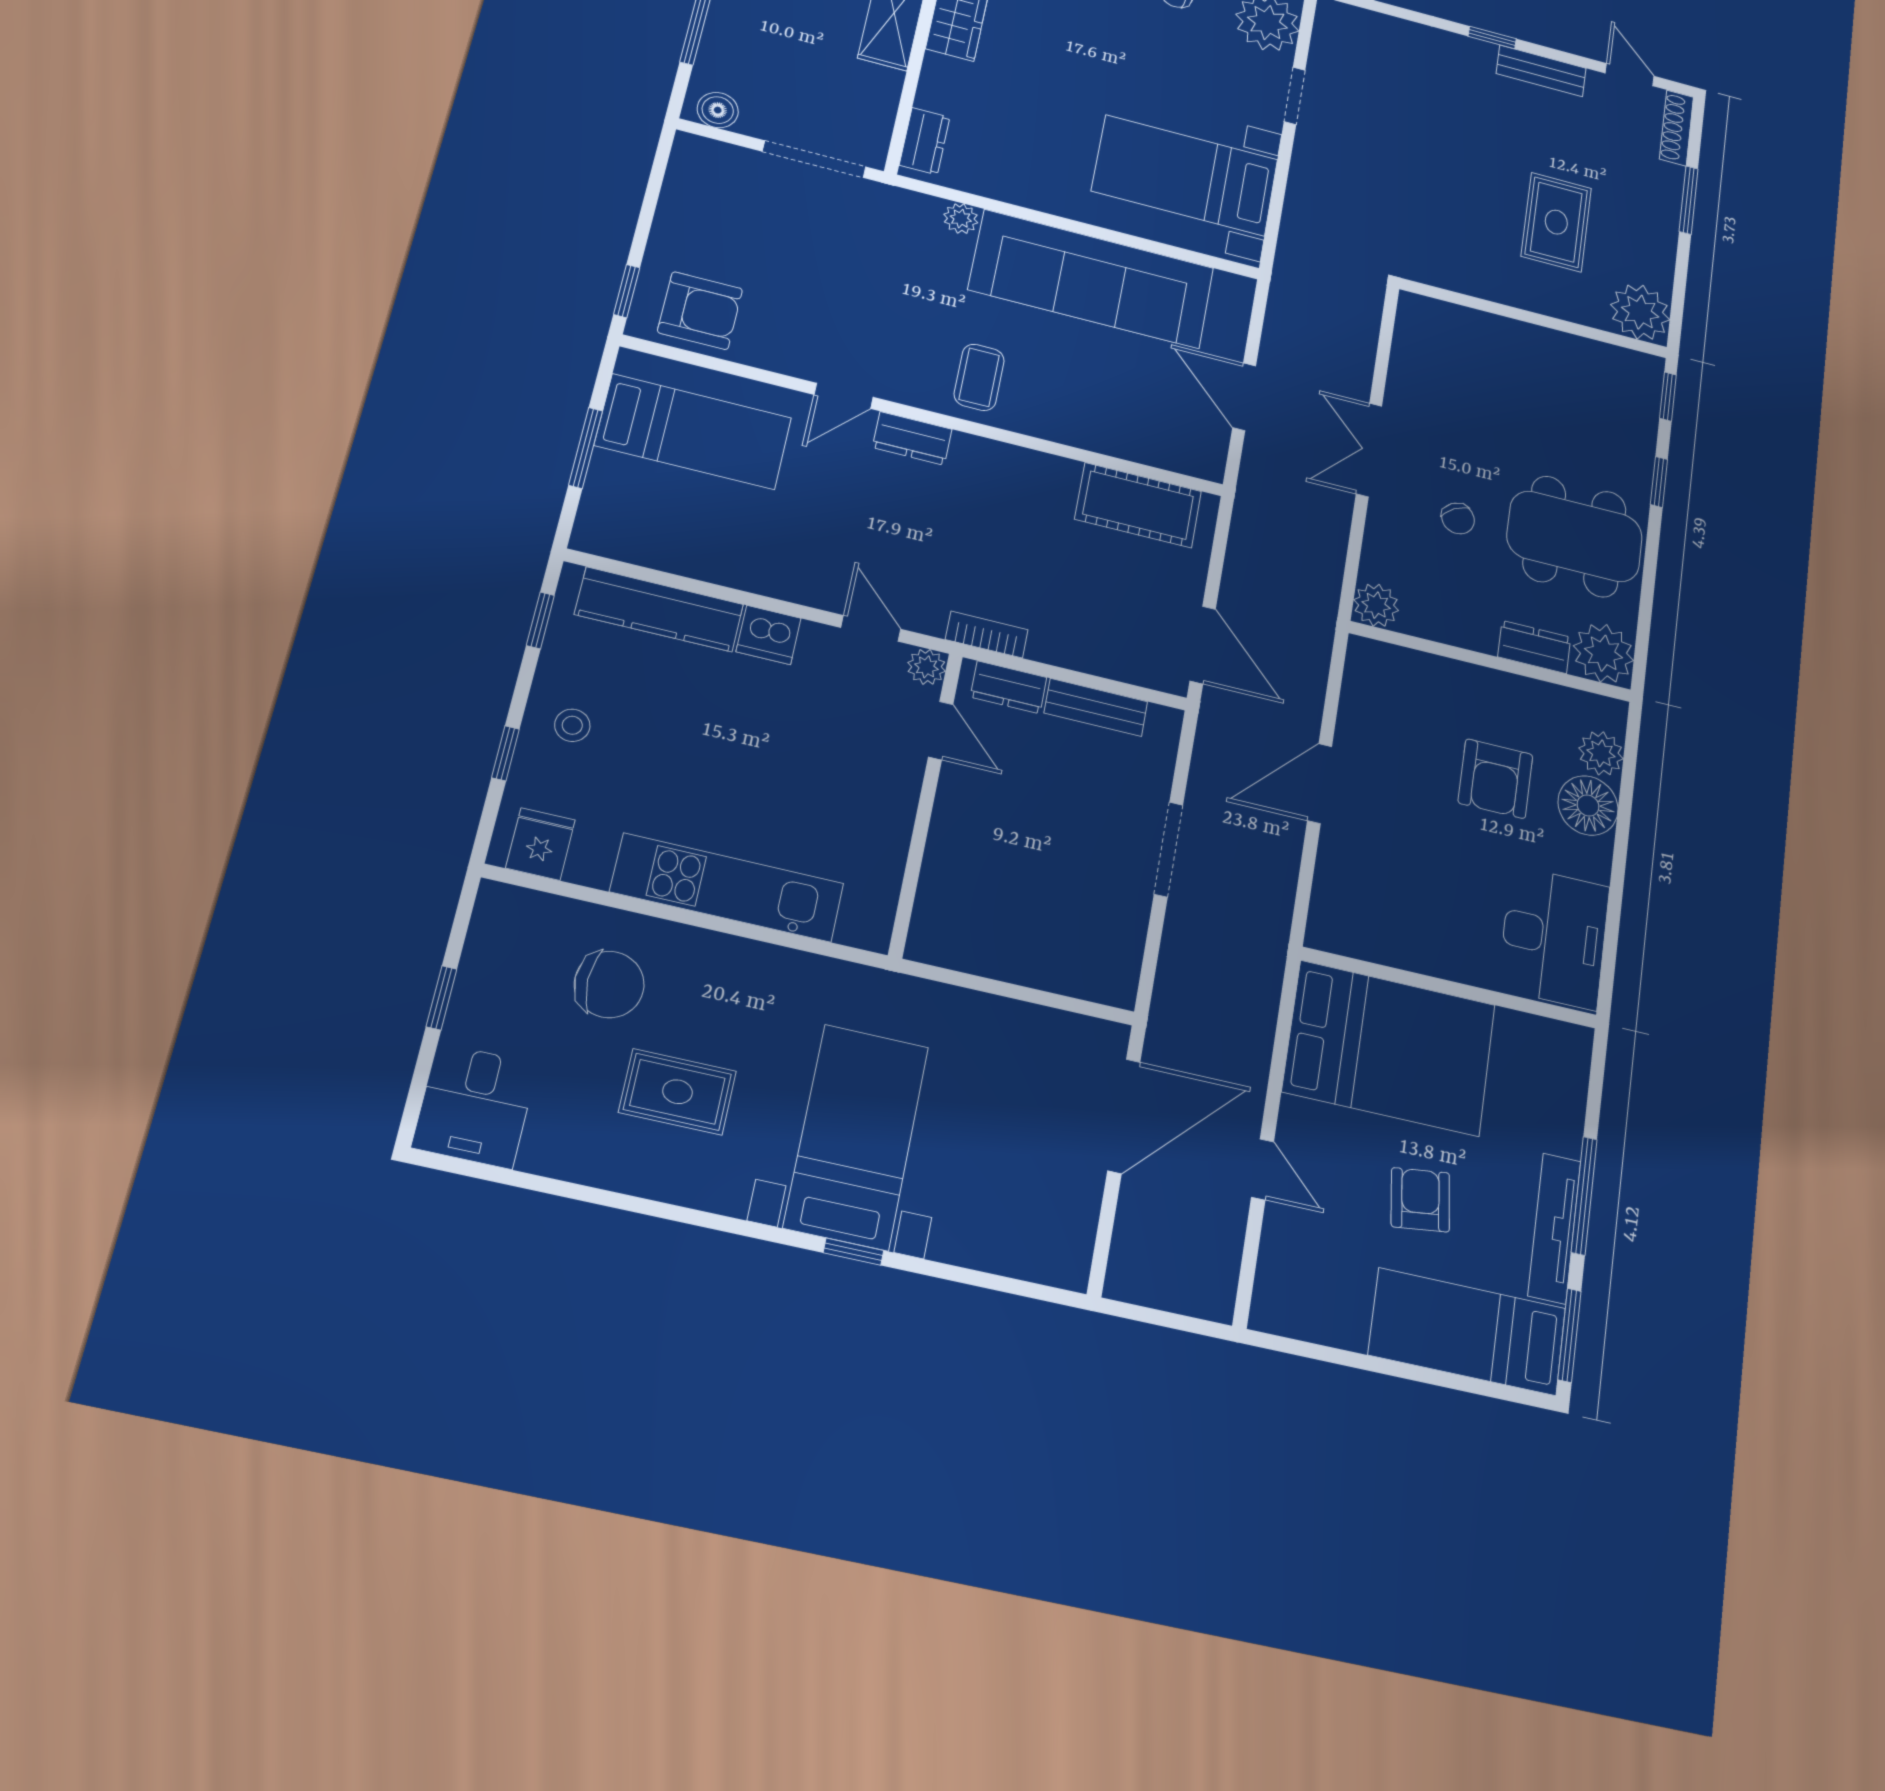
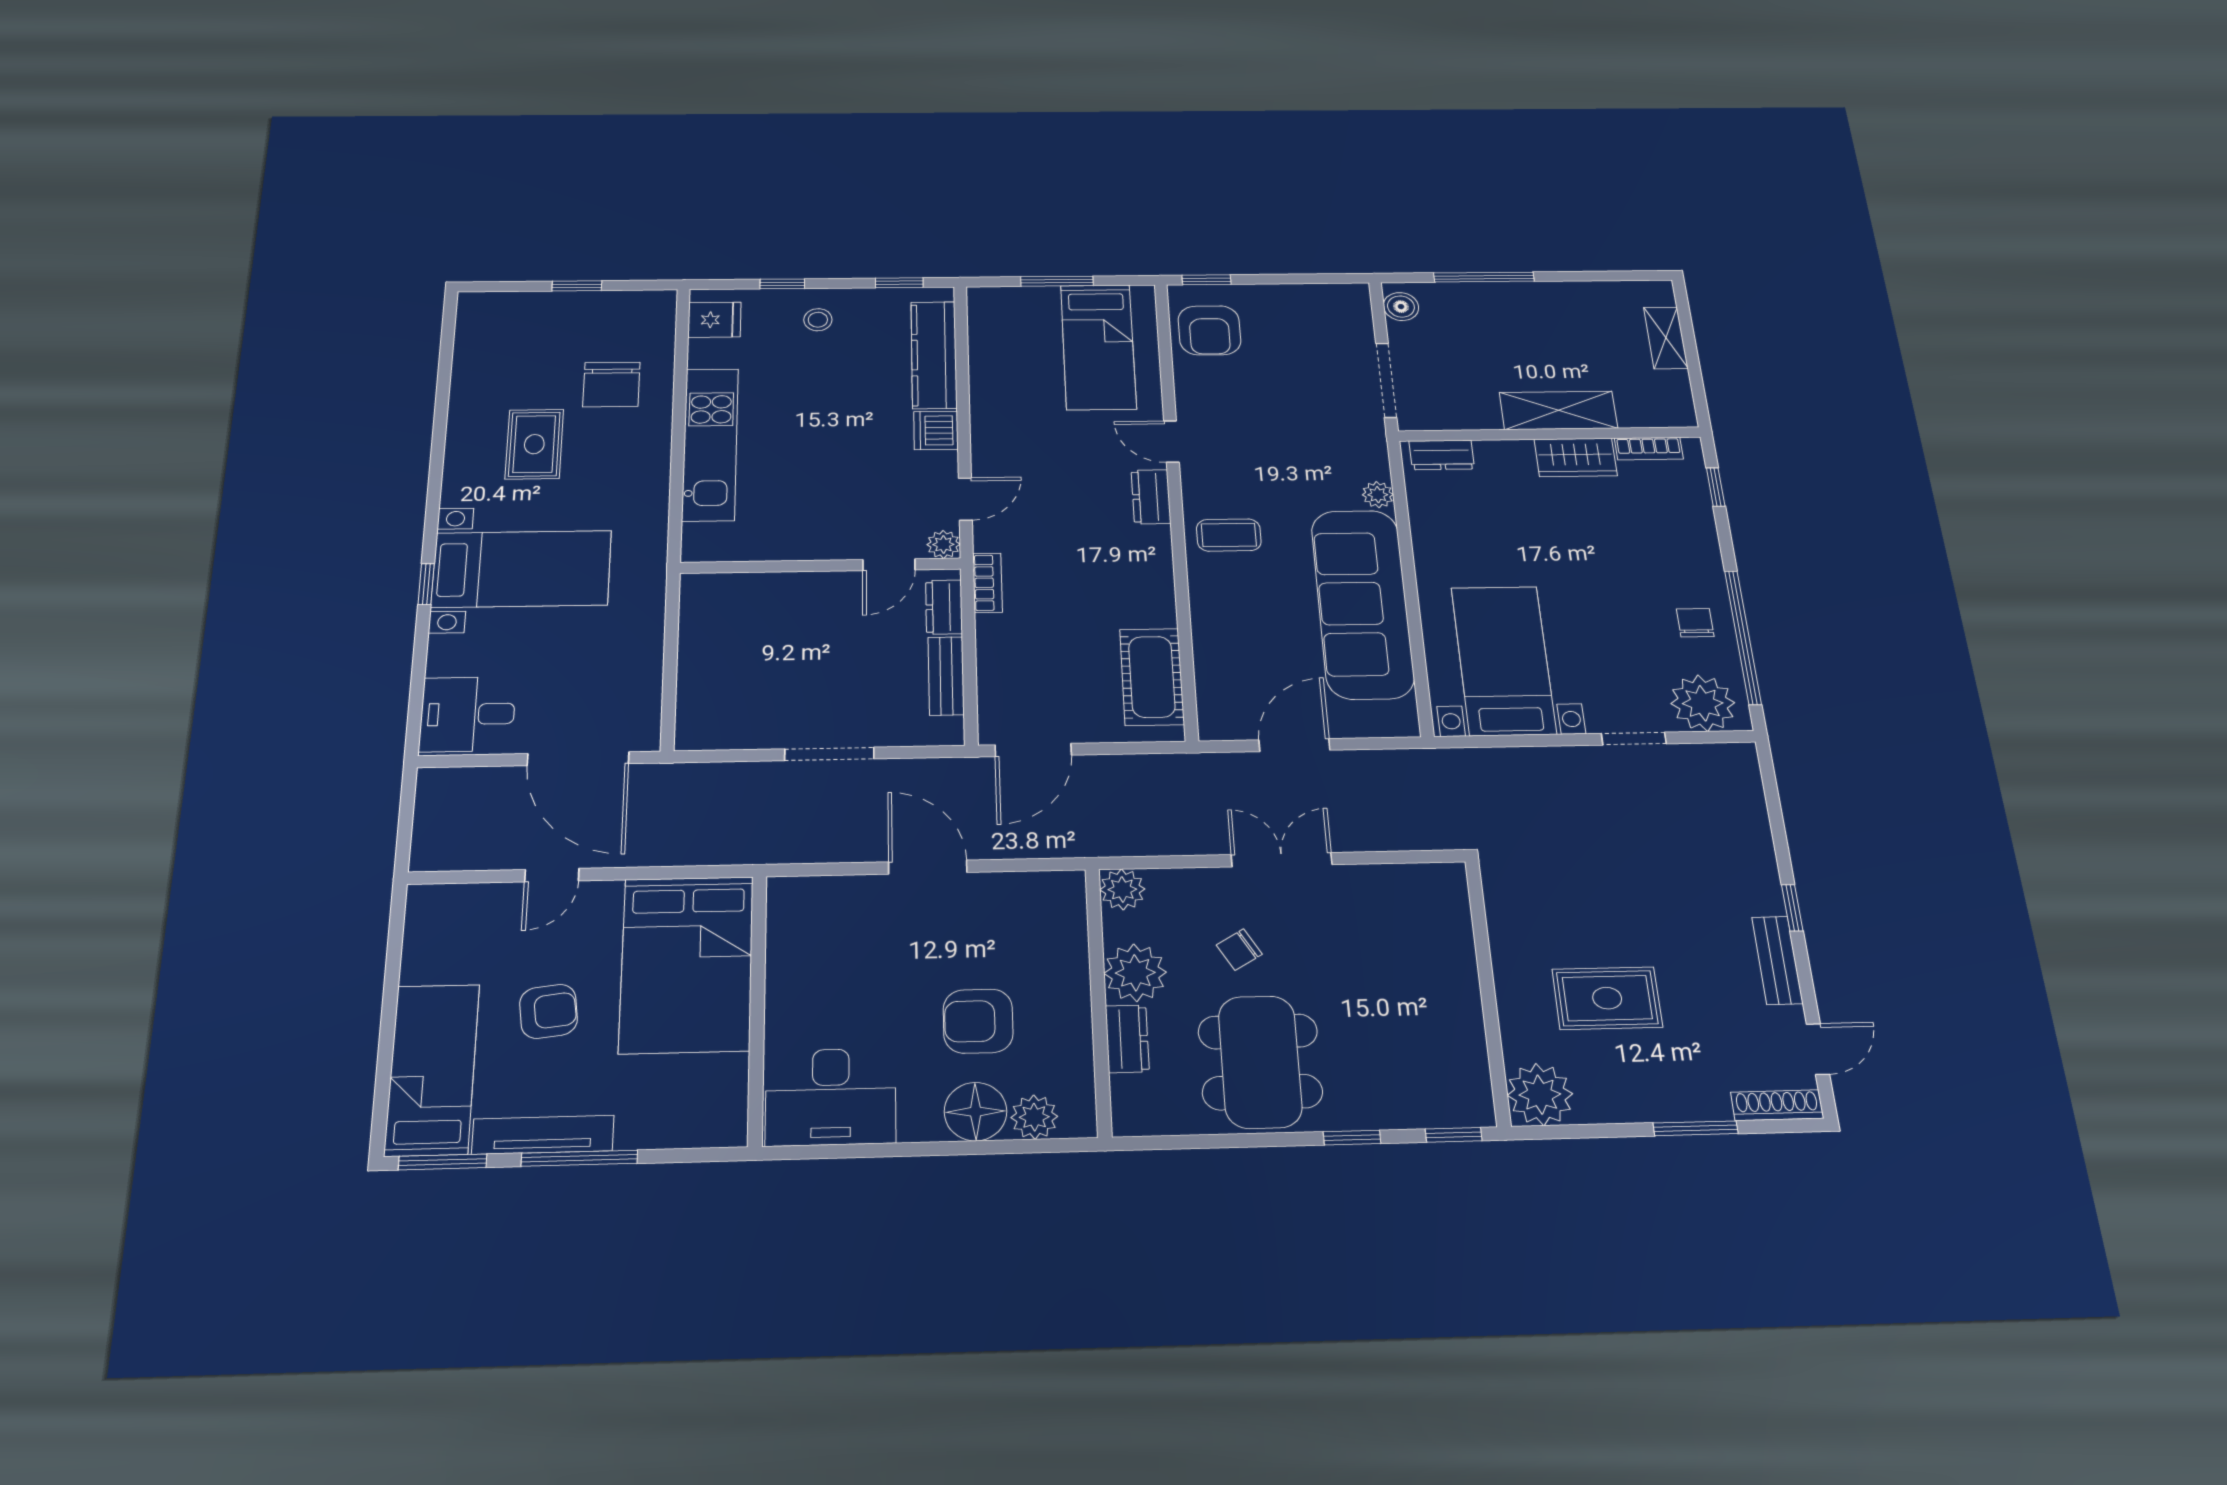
plant: (1604, 653) -> (1135, 973), moved
desk: (475, 1106) -> (468, 714), moved

